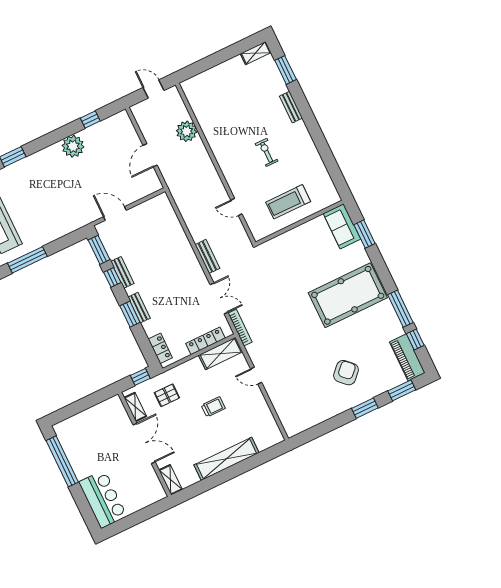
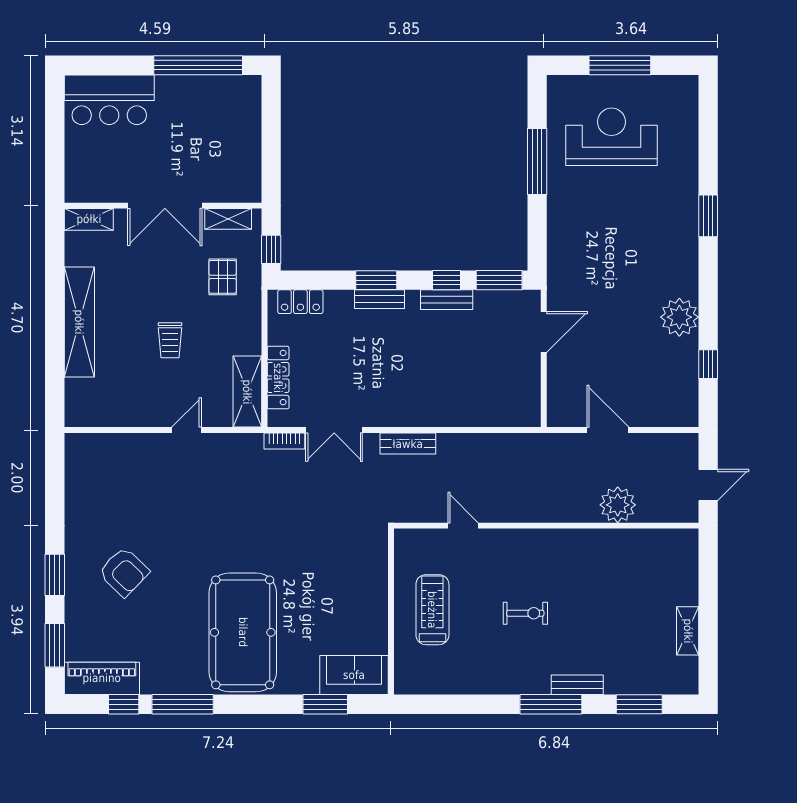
shelving: (256, 53) -> (688, 631), moved
window: (308, 116) -> (551, 704), added
door: (236, 207) -> (463, 526), hinge flipped
bookcase: (240, 328) -> (284, 441), width x0.64

